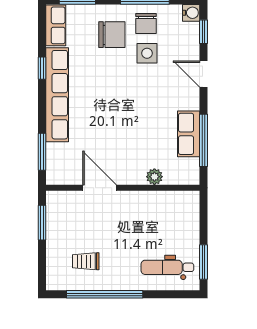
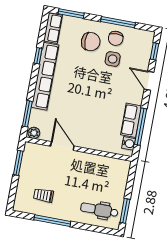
water cooler: (191, 13) -> (129, 143), moved
plant: (154, 177) -> (34, 133), moved
window: (105, 294) -> (52, 221), width x0.68

